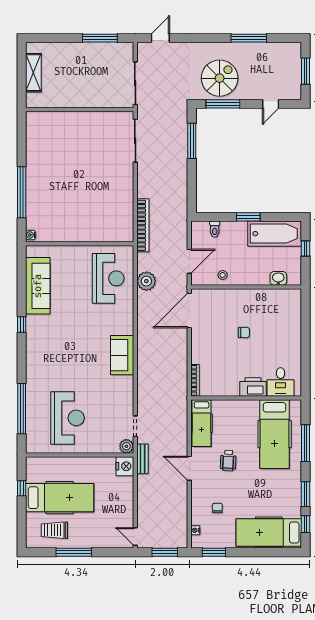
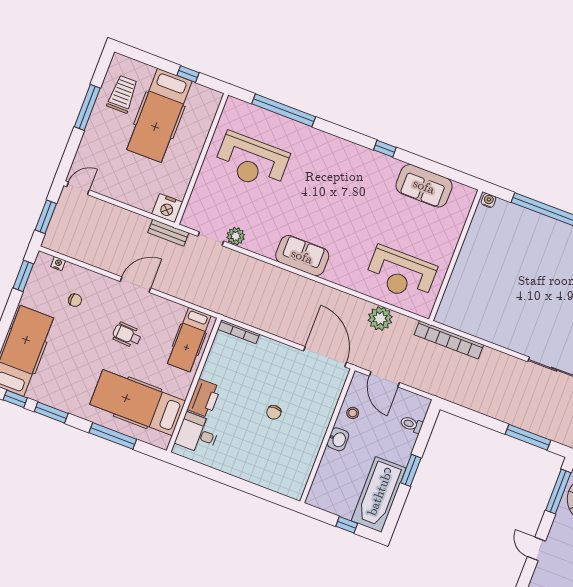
washbasin: (278, 278) -> (338, 439), moved
sofa: (38, 286) -> (424, 186), width x0.73
hospital bed: (202, 423) -> (189, 340), moved, turned -90
plant: (126, 446) -> (236, 236), moved

